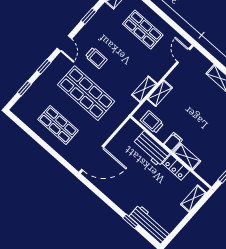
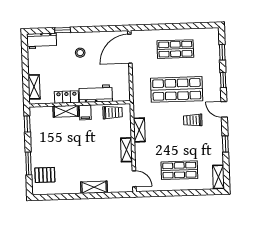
shelving: (160, 93) -> (126, 150), moved
stool: (133, 191) -> (80, 53), added
workbench: (150, 224) -> (42, 41), width x0.73

